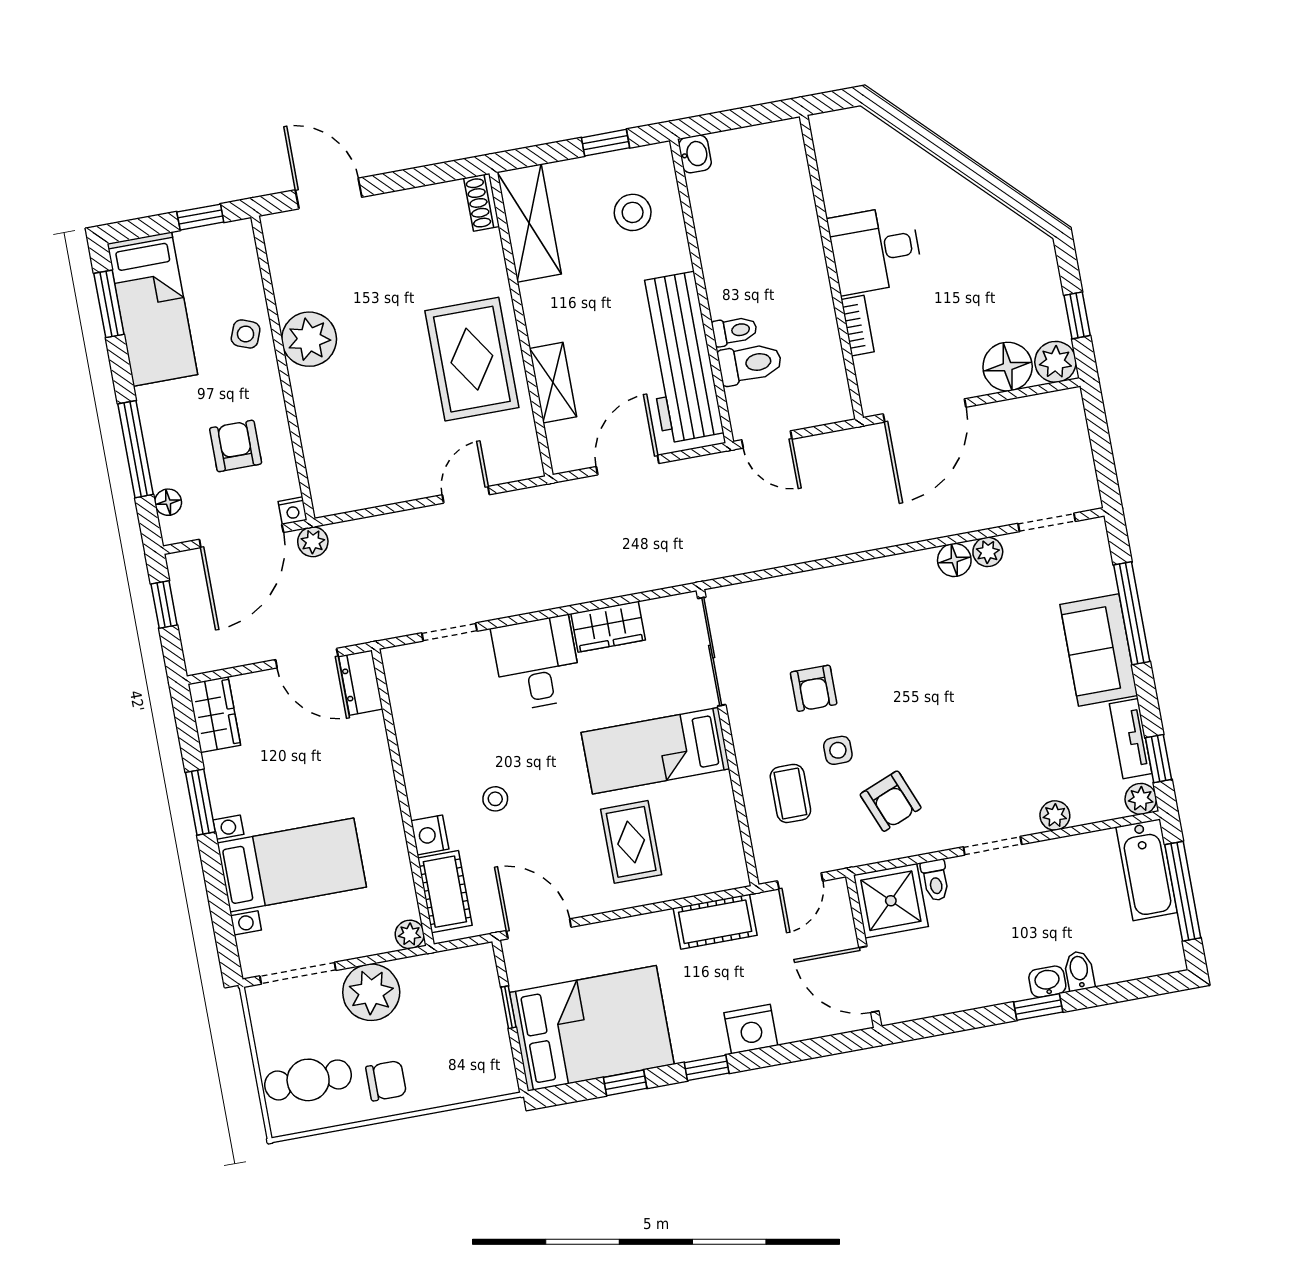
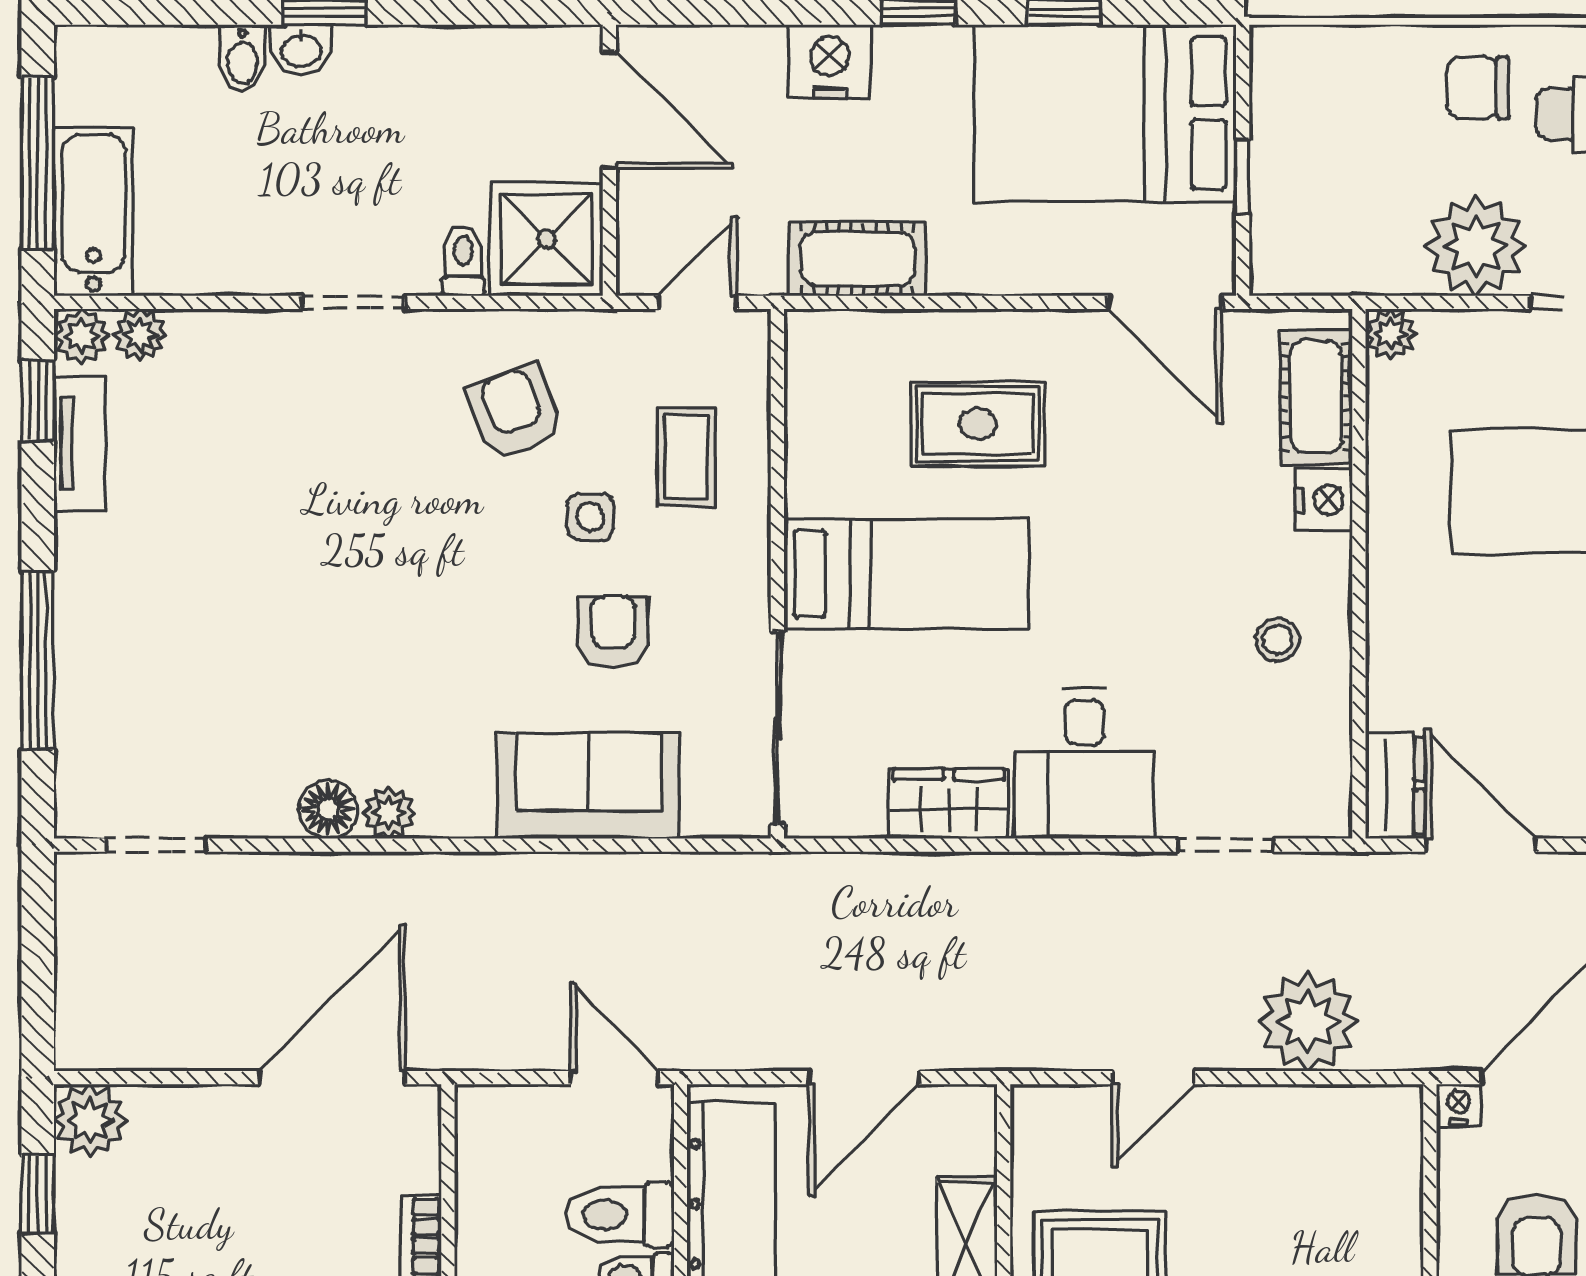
floor lamp: (1008, 367) -> (174, 1127), removed
plant: (313, 542) -> (1308, 1022), moved, width x1.88, depth x1.88
plant: (988, 552) -> (389, 813), moved
sofa: (1099, 650) -> (589, 786), moved, turned -90
stool: (495, 799) -> (1277, 640), moved
plant: (1055, 815) -> (140, 335), moved
rug: (631, 842) -> (978, 424), turned 90

